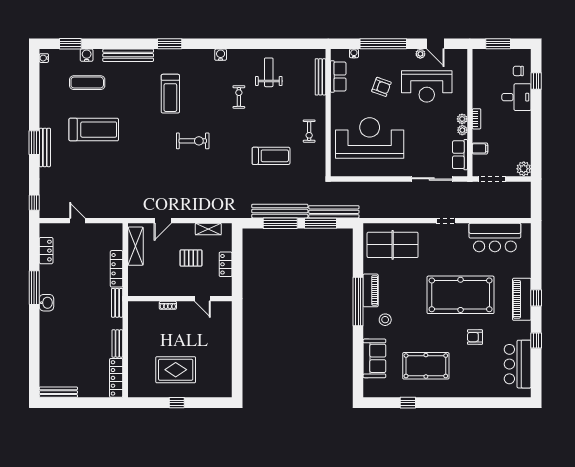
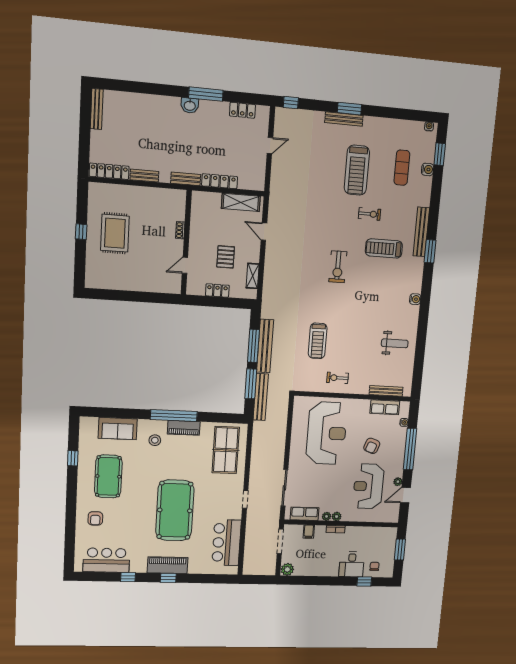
bench: (128, 55) -> (421, 232), moved
exercise bike: (239, 97) -> (369, 214), moved
armchair: (475, 337) -> (95, 518), moved, turned 180

